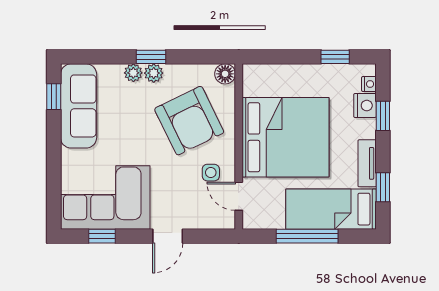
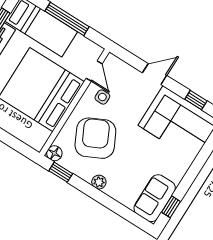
window: (151, 57) -> (61, 172), moved
plant: (133, 73) -> (112, 190), removed
sofa: (79, 106) -> (155, 198), width x0.73

